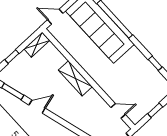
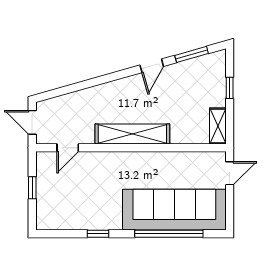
window: (155, 63) -> (98, 234), moved
shelving: (75, 78) -> (132, 134), width x1.47

